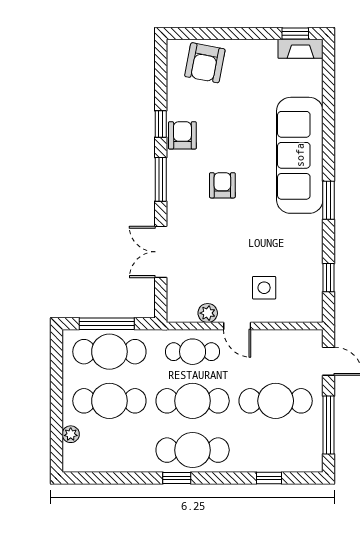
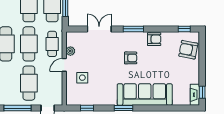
window: (161, 124) -> (184, 29), moved

